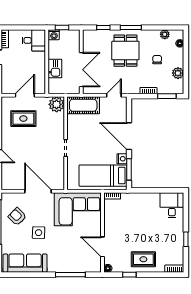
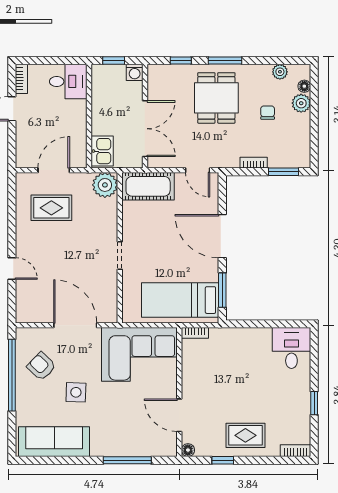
washing machine: (54, 35) -> (135, 72), moved
kitchen sink: (55, 68) -> (102, 151), moved
plant: (178, 73) -> (301, 103), moved
door: (114, 95) -> (198, 170), swing flipped
nightstand: (122, 159) -> (211, 273), removed

